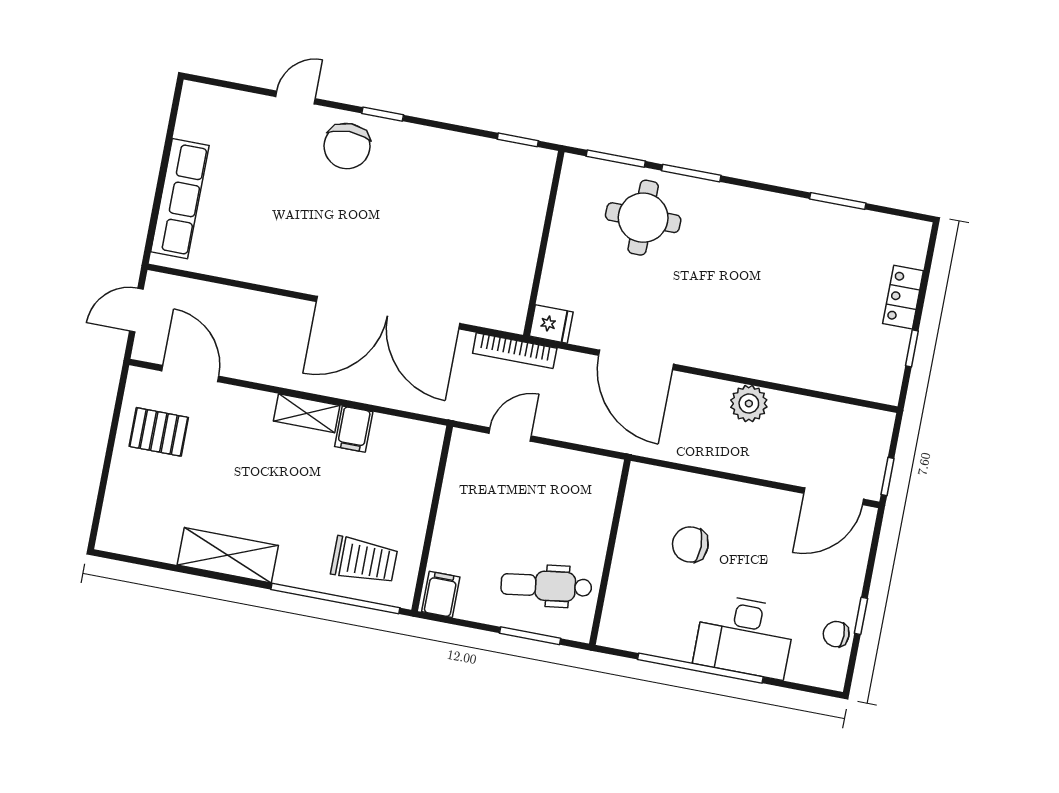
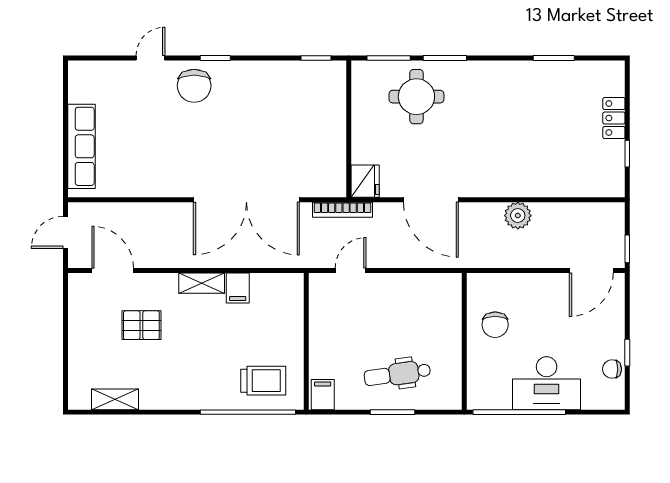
fridge: (551, 324) -> (365, 181), width x1.38
pallet: (159, 432) -> (141, 325), moved
chair: (690, 544) -> (495, 325), turned -90
wall: (610, 552) -> (464, 341), moved
shelving: (228, 555) -> (115, 399), moved, width x0.67, depth x0.75

